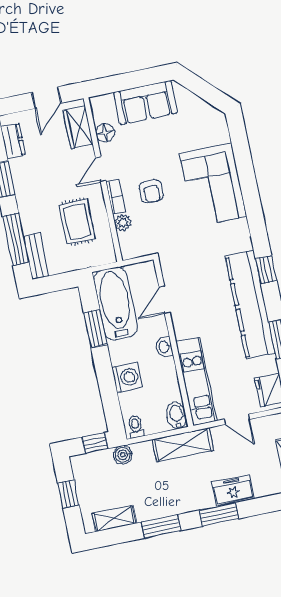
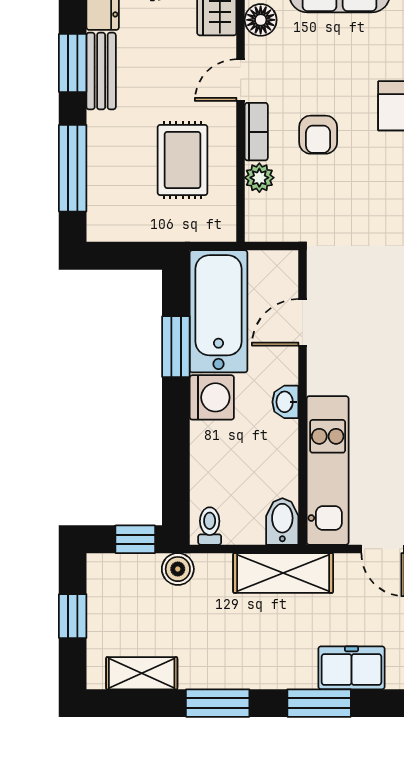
bench: (36, 256) -> (101, 71), moved
washing machine: (127, 378) -> (212, 397), moved

